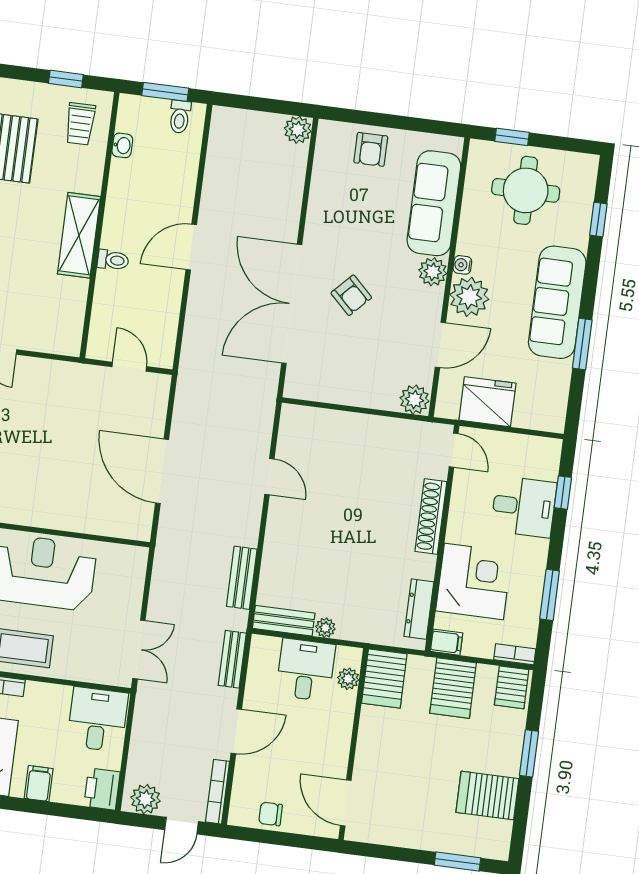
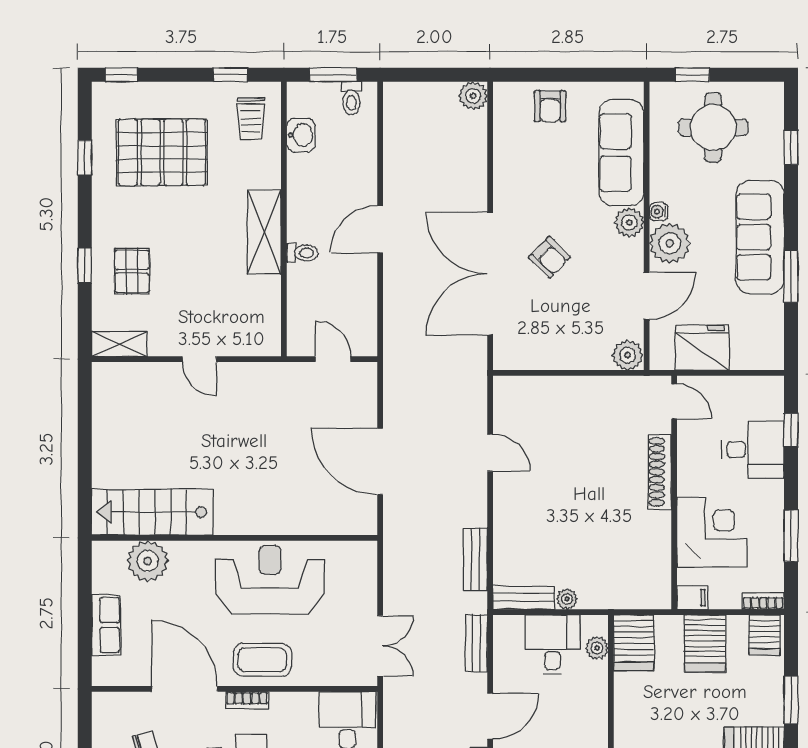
washbasin: (122, 145) -> (301, 135), width x1.38, depth x1.45
dresser: (419, 609) -> (660, 568), removed

